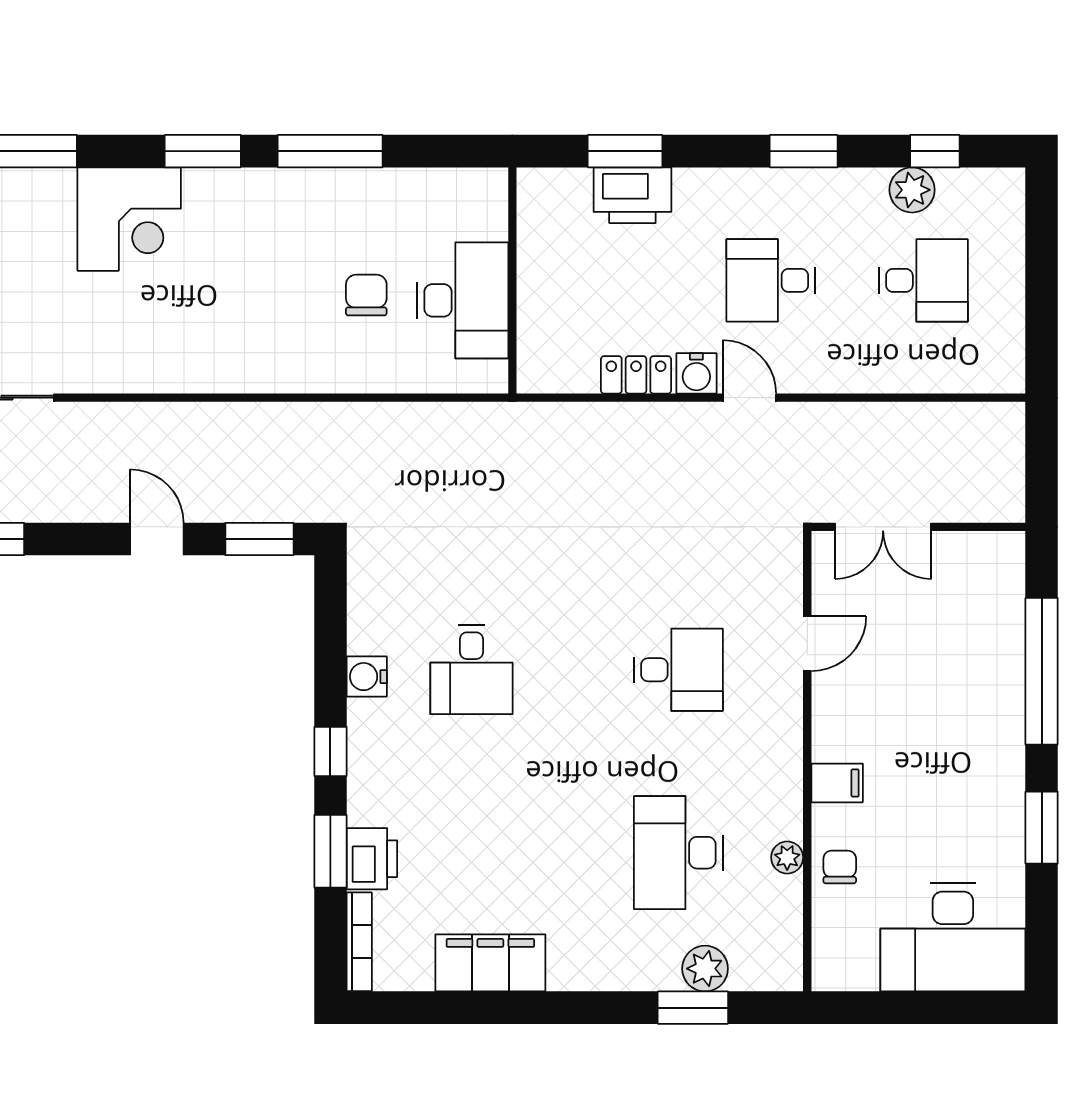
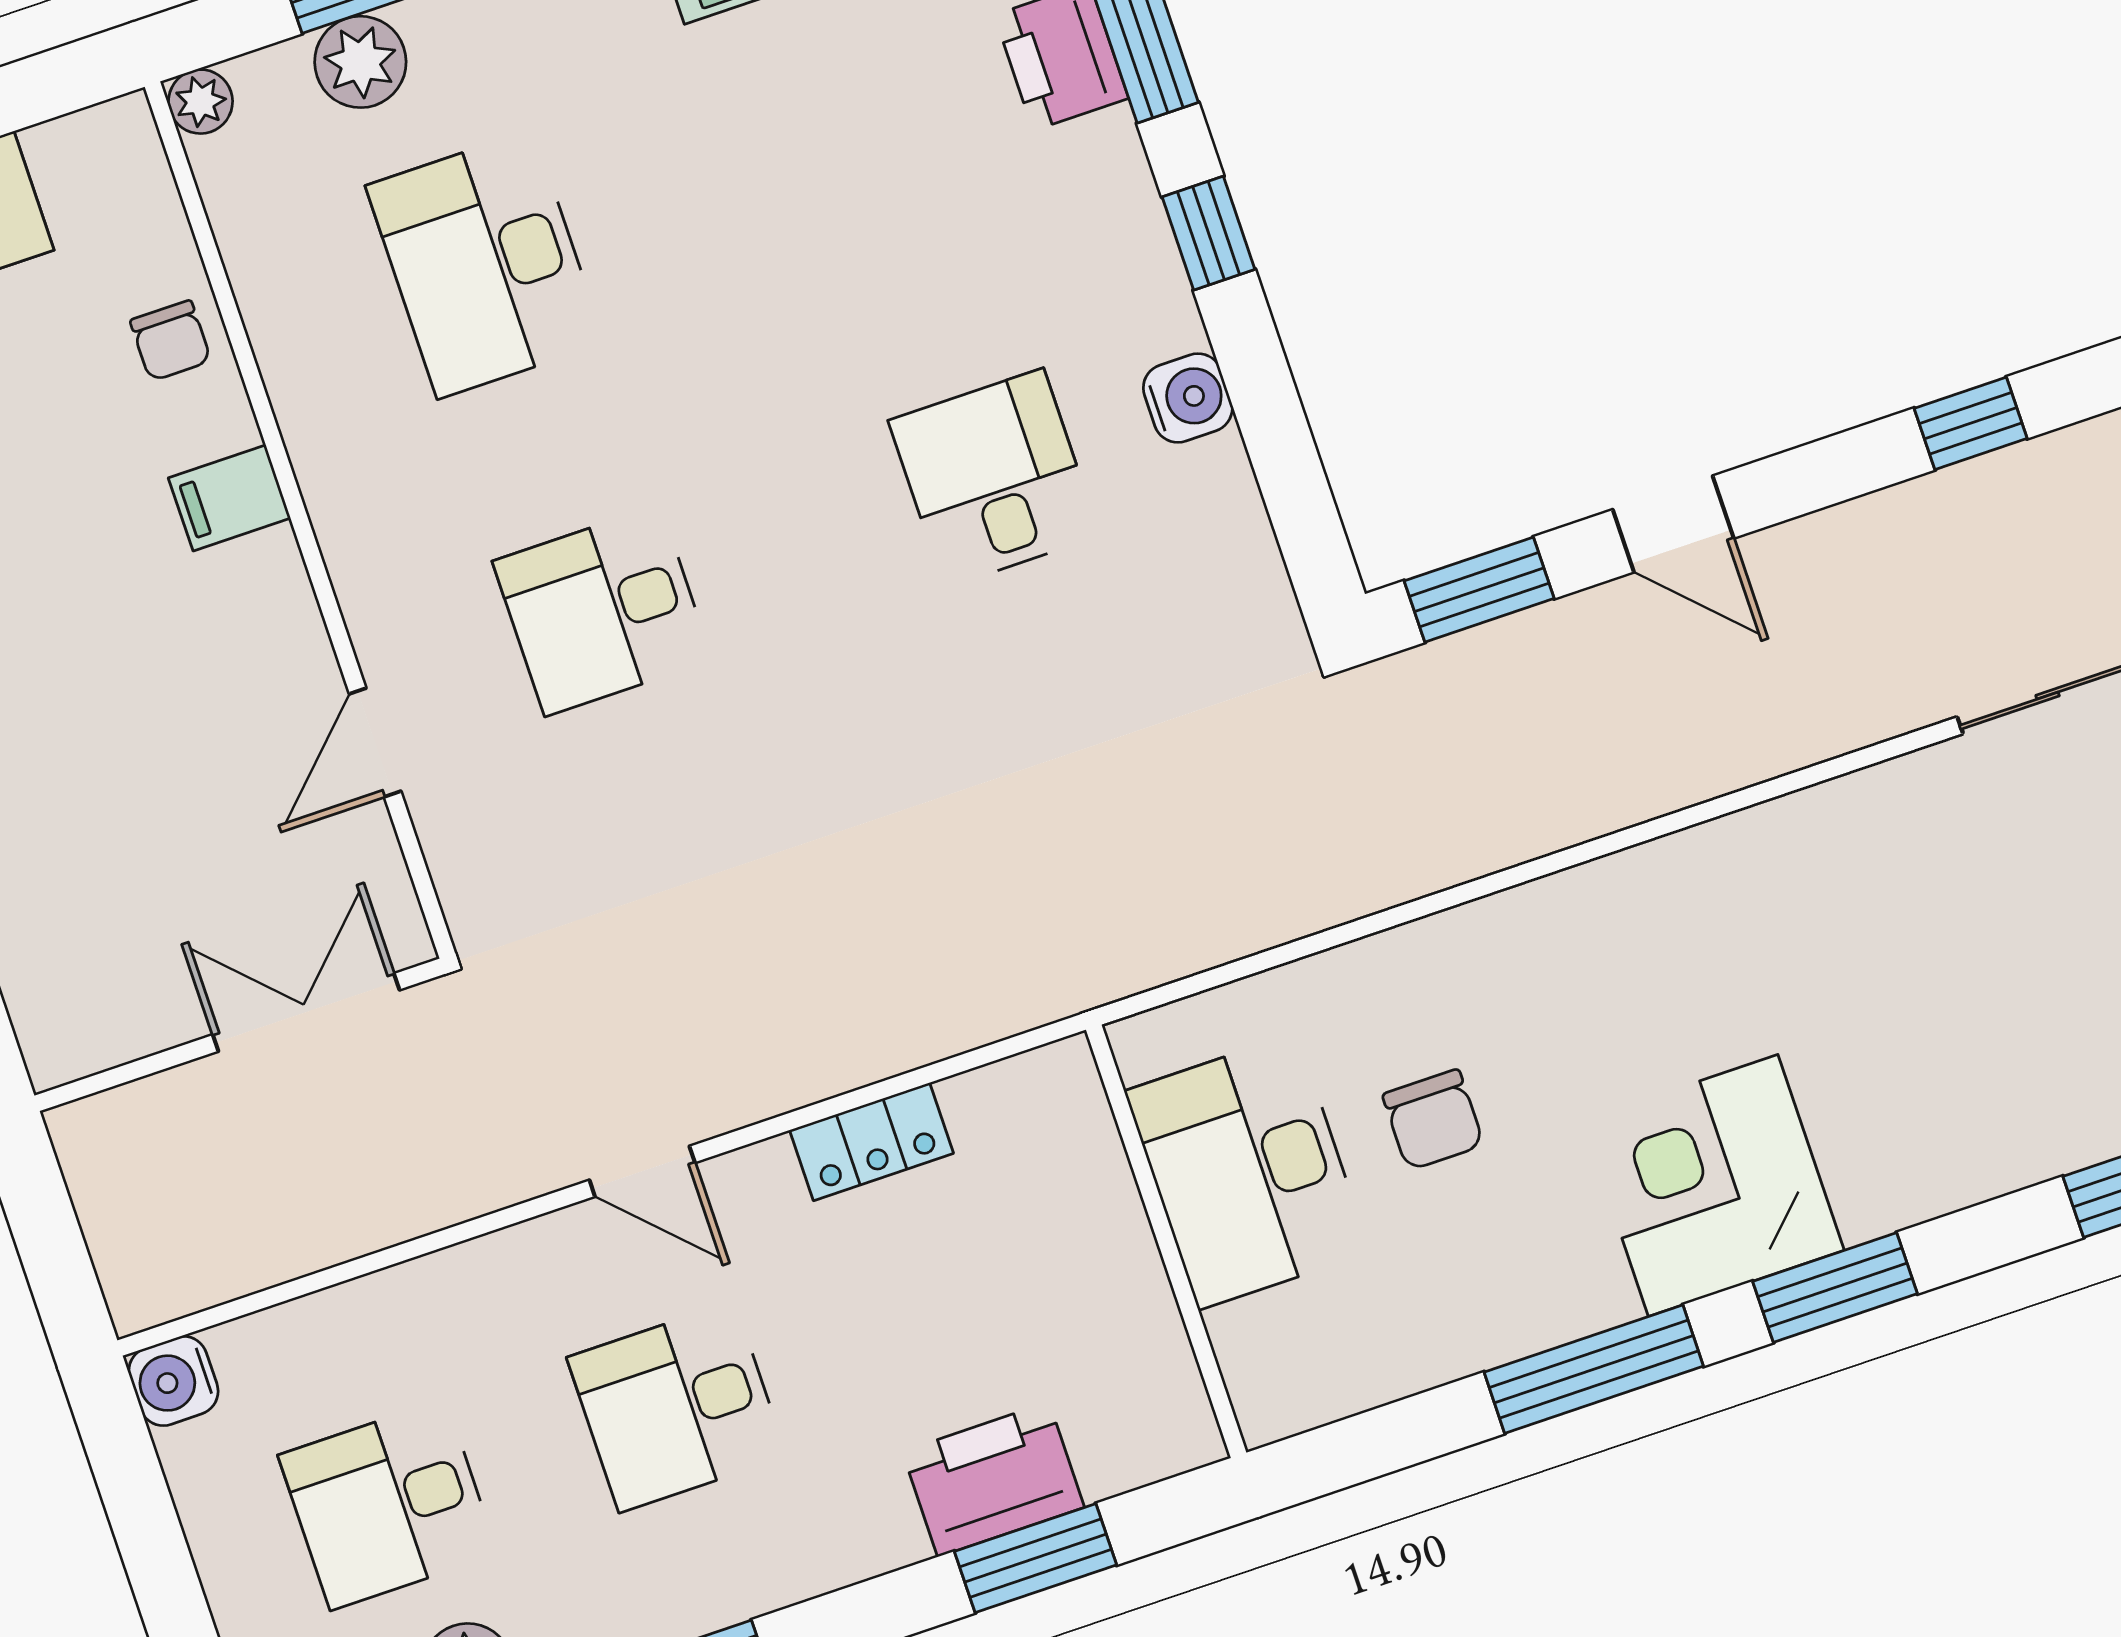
corner desk: (129, 219) -> (1713, 1185), moved
desk: (771, 280) -> (677, 1407), turned 180
water cooler: (696, 373) -> (173, 1381), moved, turned -90
desk: (678, 853) -> (485, 264), turned 180
plant: (787, 857) -> (200, 102), moved

